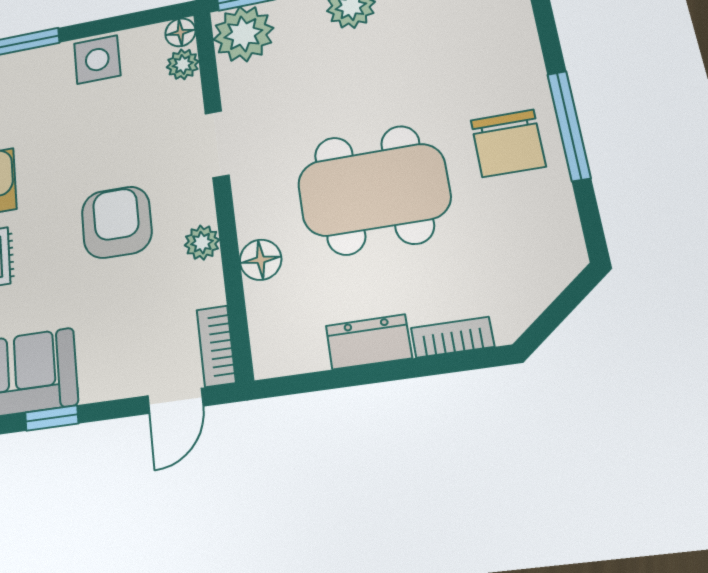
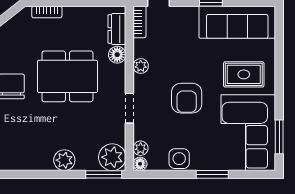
armchair: (117, 222) -> (187, 98), moved
dresser: (369, 342) -> (117, 29), moved, turned 90

